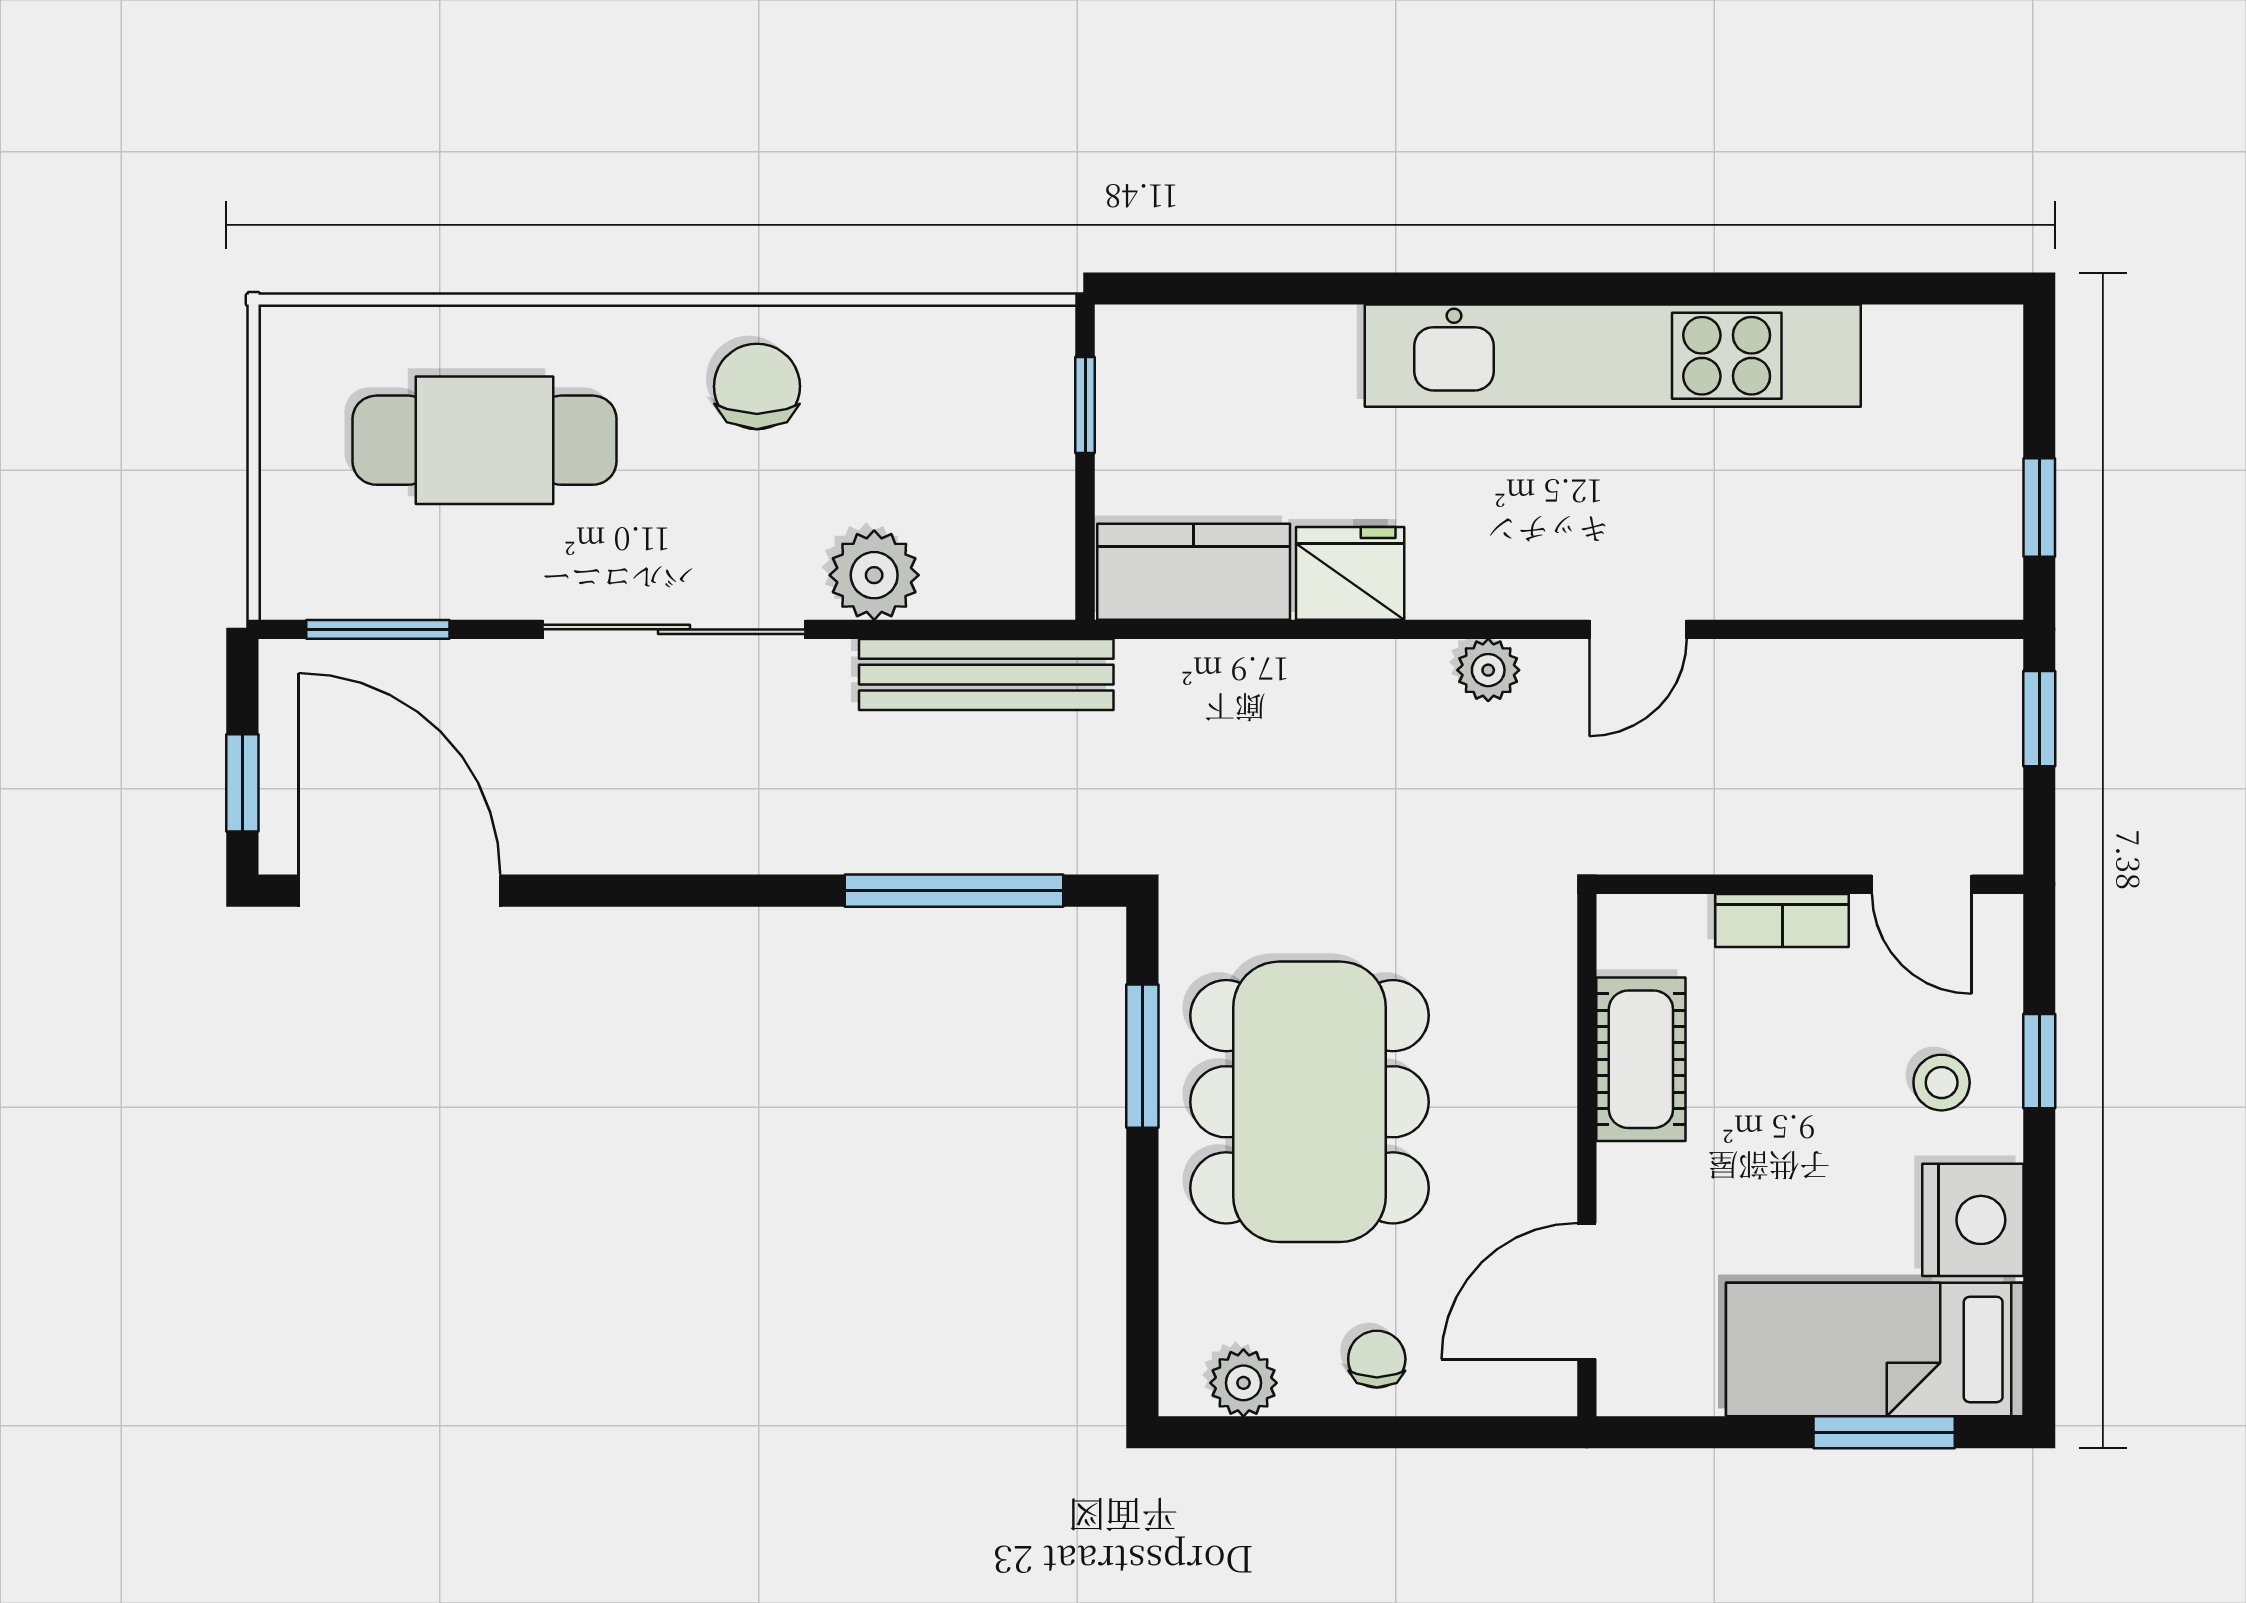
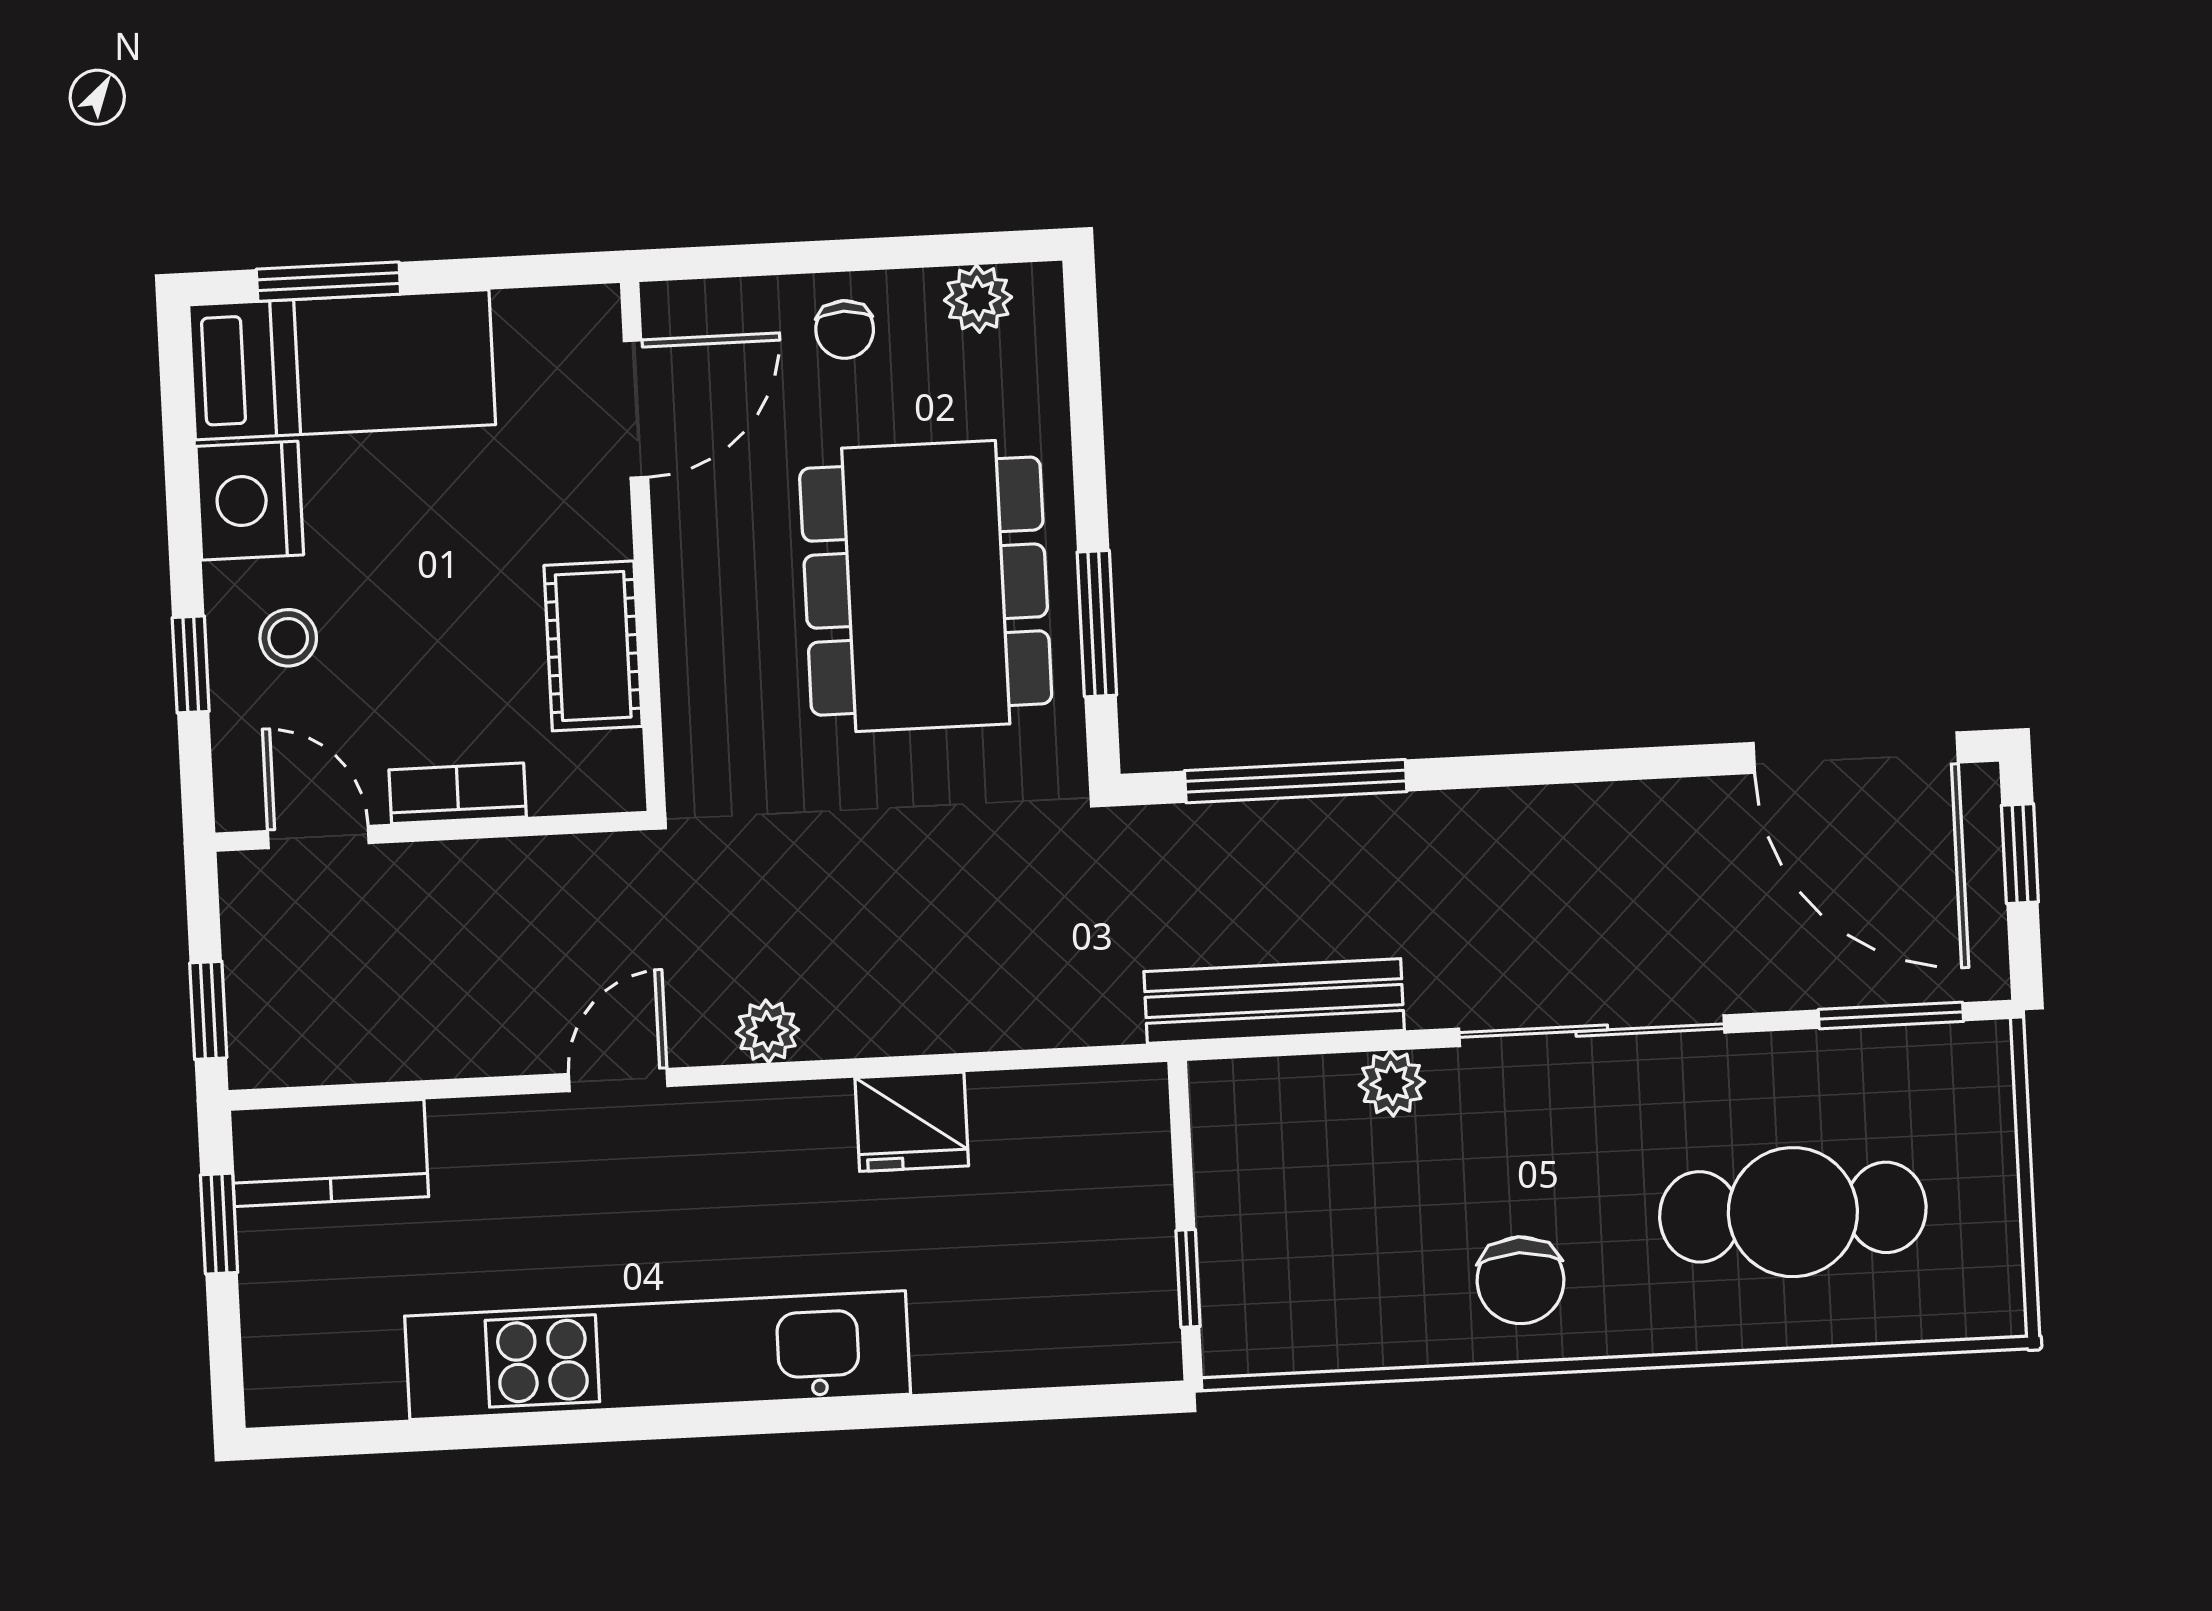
kitchen counter: (1194, 572) -> (329, 1153), moved
plant: (874, 575) -> (1392, 1083), width x0.73, depth x0.73

